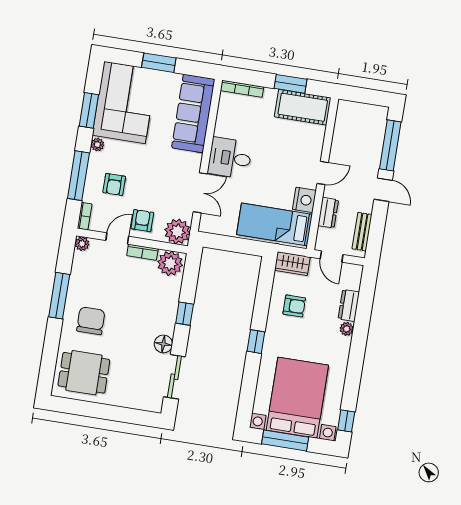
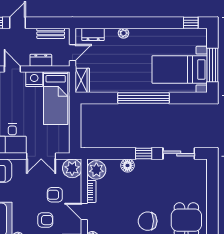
double door: (200, 193) -> (41, 156), swing flipped
armchair: (142, 221) -> (55, 195), moved
dresser: (349, 305) -> (93, 34), moved
armchair: (294, 306) -> (113, 74), removed
window: (185, 314) -> (144, 153), moved
window: (256, 342) -> (143, 98), width x3.17
floor lamp: (163, 344) -> (127, 165), moved
bed with nightstands: (297, 398) -> (180, 69), width x0.73

